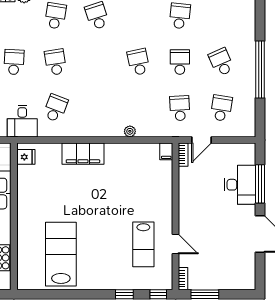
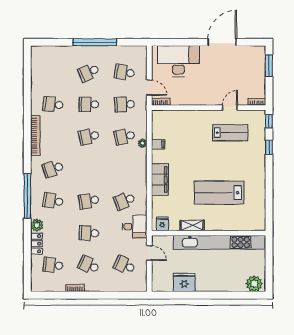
school desk: (55, 108) -> (125, 201), turned -42
school desk: (138, 108) -> (125, 137), added
filing cabinet: (166, 151) -> (158, 144), moved
window: (260, 184) -> (183, 42), removed
desk: (240, 185) -> (178, 61), width x1.36, depth x1.30
shelving: (24, 195) -> (192, 225), added
lab bench: (61, 254) -> (219, 193), moved
window: (205, 294) -> (269, 66), moved

